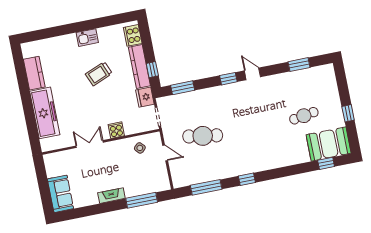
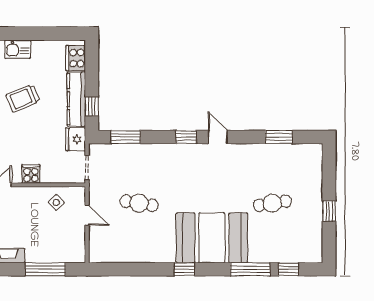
cafe table: (203, 136) -> (139, 203), width x0.73, depth x0.74
booth: (329, 144) -> (212, 238), moved, width x1.36, depth x1.42
window: (206, 187) -> (250, 269), moved

